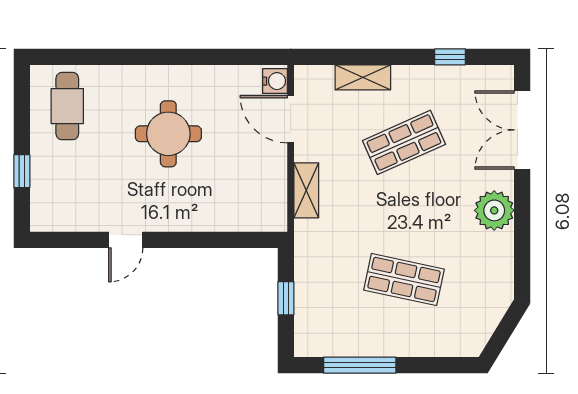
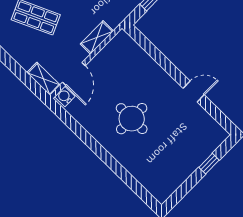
shelving: (363, 77) -> (44, 79), moved
cafe table: (67, 106) -> (163, 172), removed

